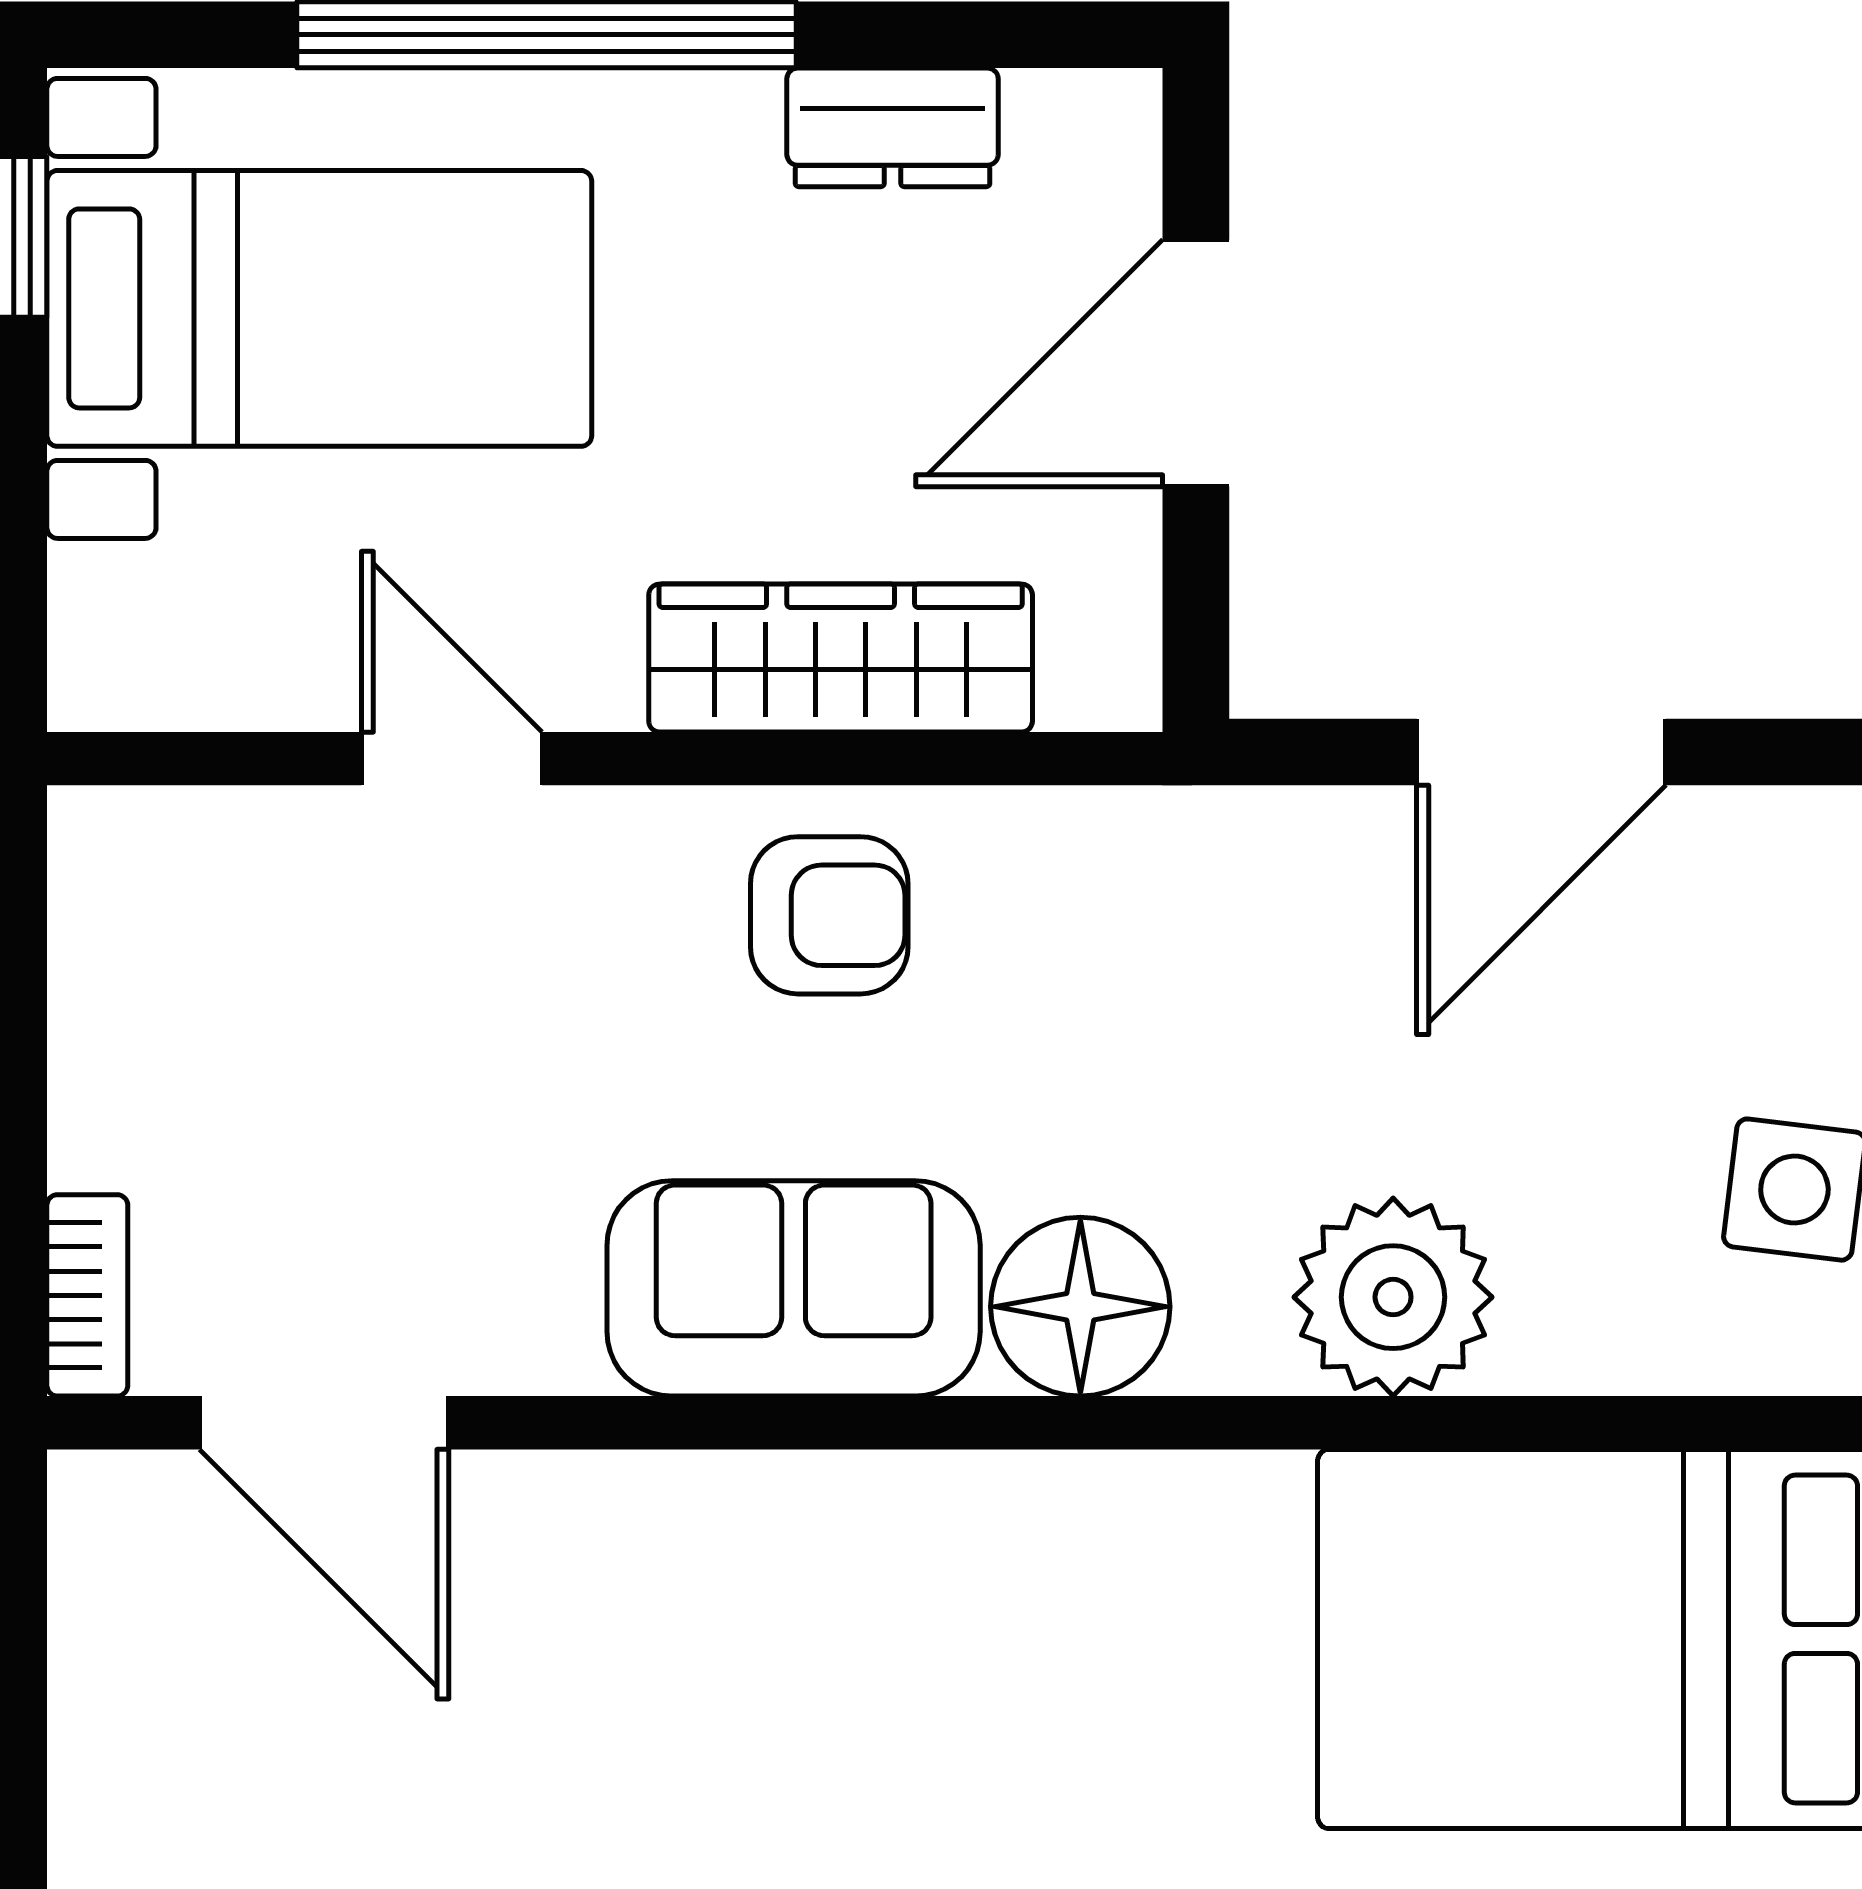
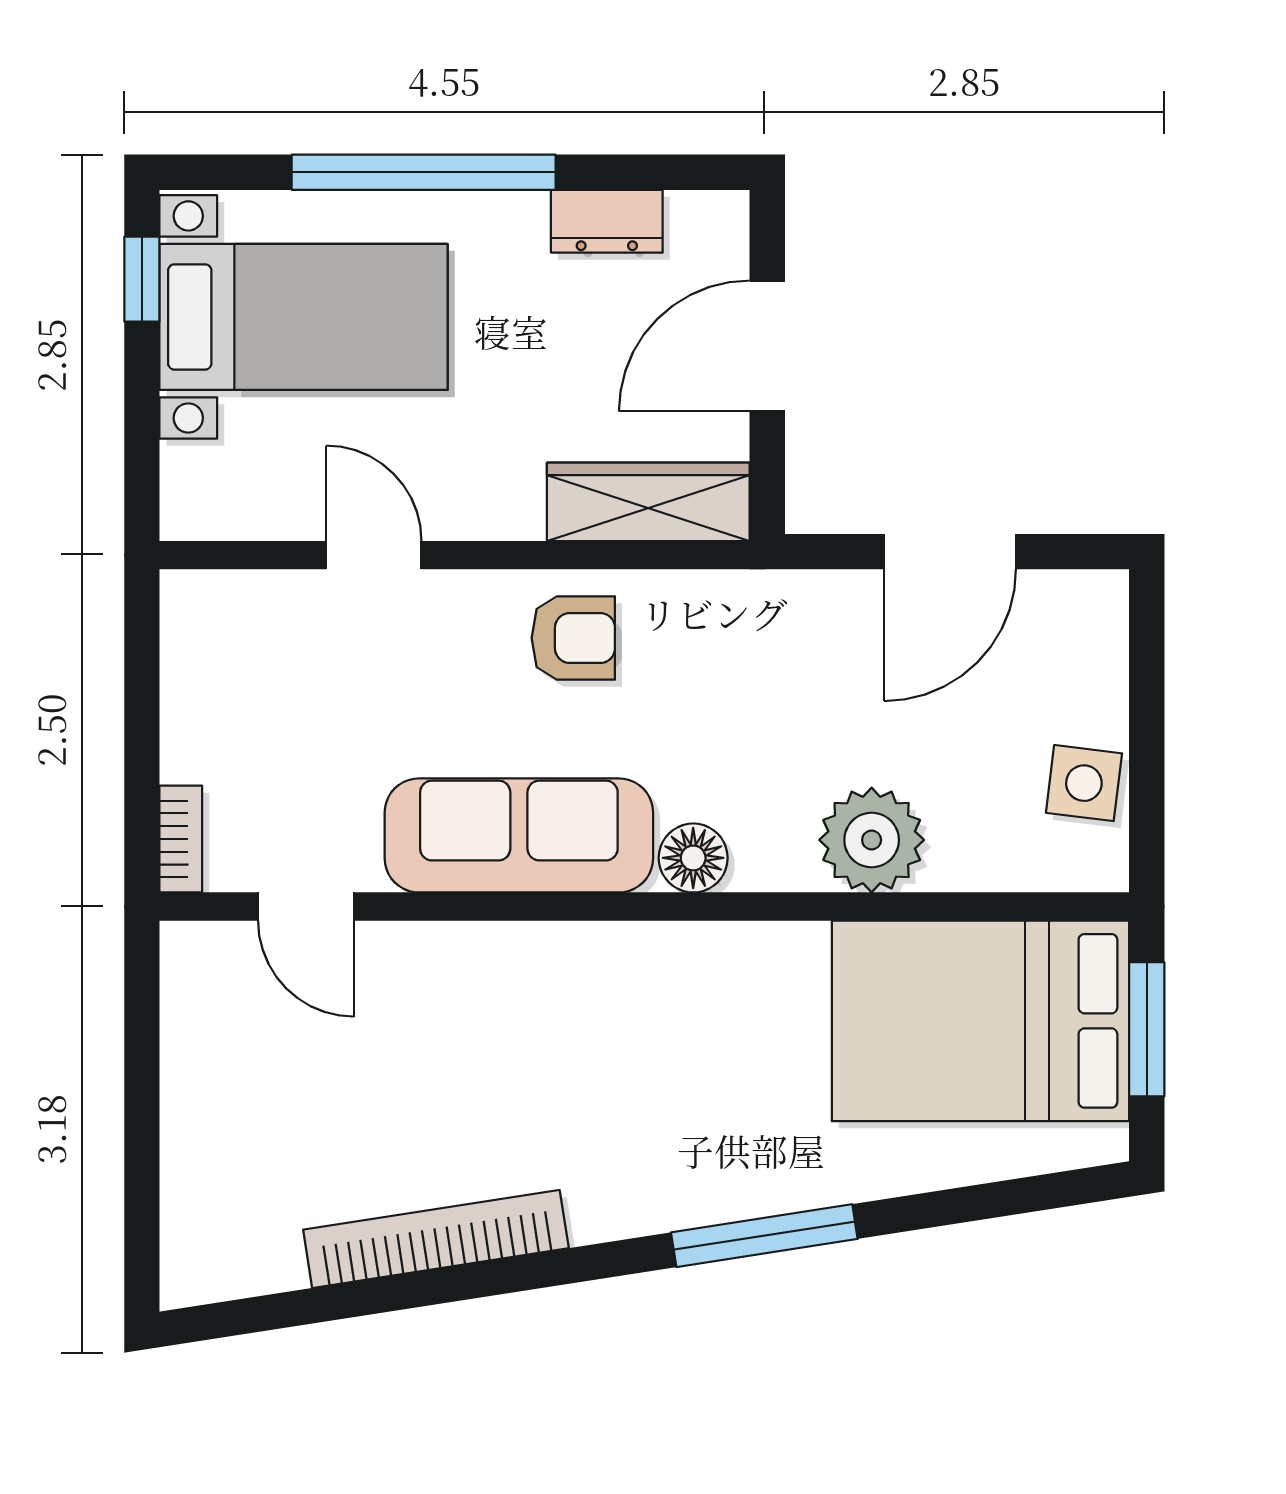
wardrobe: (841, 658) -> (648, 502), moved
sofa: (794, 1288) -> (519, 835), width x1.36
floor lamp: (1080, 1307) -> (693, 858), width x0.73, depth x0.73
door: (324, 1423) -> (306, 906), width x0.73

